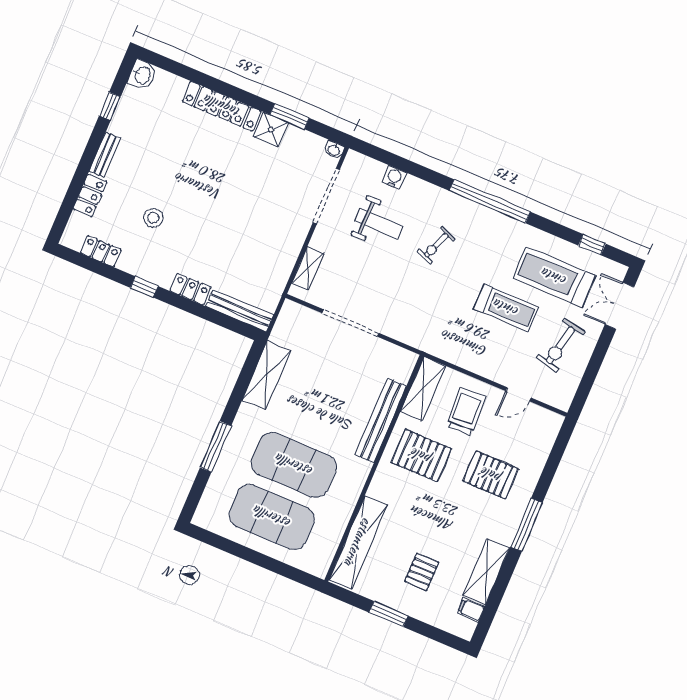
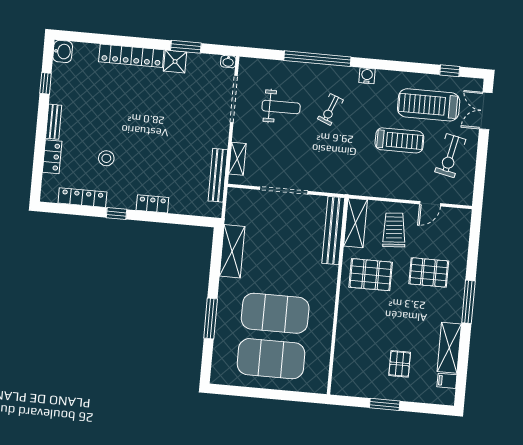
water cooler: (394, 177) -> (367, 76), moved
window: (490, 201) -> (317, 59), moved
locker: (101, 251) -> (82, 198), width x1.53
bench: (240, 311) -> (218, 175), moved, turned 90
bench: (381, 420) -> (333, 231), moved
shelving: (358, 542) -> (344, 357), removed

